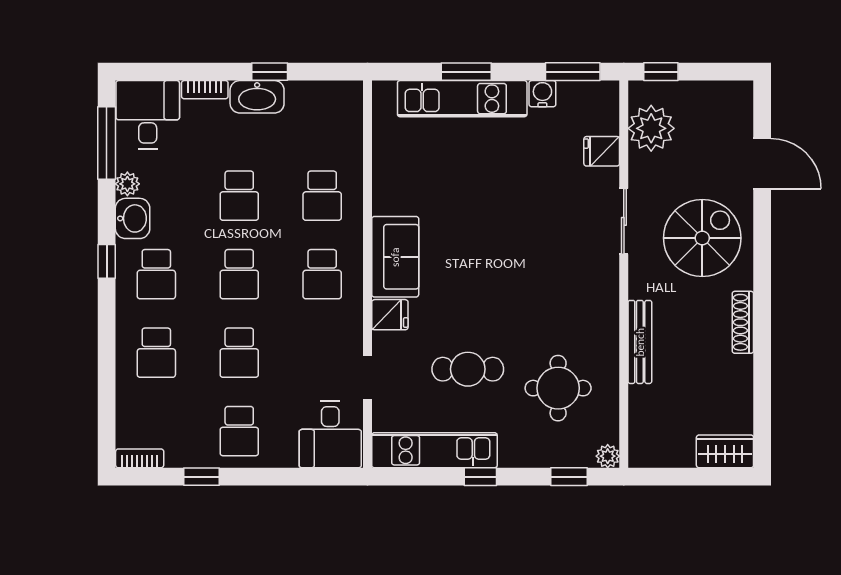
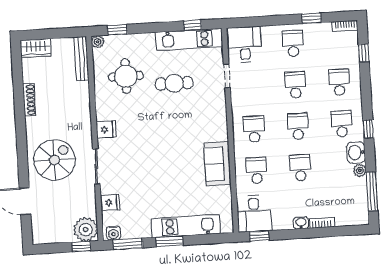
window: (270, 72) -> (259, 236), moved
window: (466, 72) -> (169, 241), moved
water cooler: (542, 94) -> (113, 233), moved
washbasin: (257, 97) -> (301, 223), width x0.52, depth x0.69
desk: (148, 115) -> (254, 214), moved
plant: (651, 128) -> (86, 229), moved
spiral stairs: (702, 238) -> (54, 160), turned 180
sofa: (395, 257) -> (217, 164), moved
fridge: (390, 315) -> (106, 130), moved, turned 180
shoe rack: (743, 322) -> (29, 100), moved
bench: (640, 342) -> (81, 59), moved
window: (107, 405) -> (364, 53), added
window: (480, 477) -> (192, 25), moved

